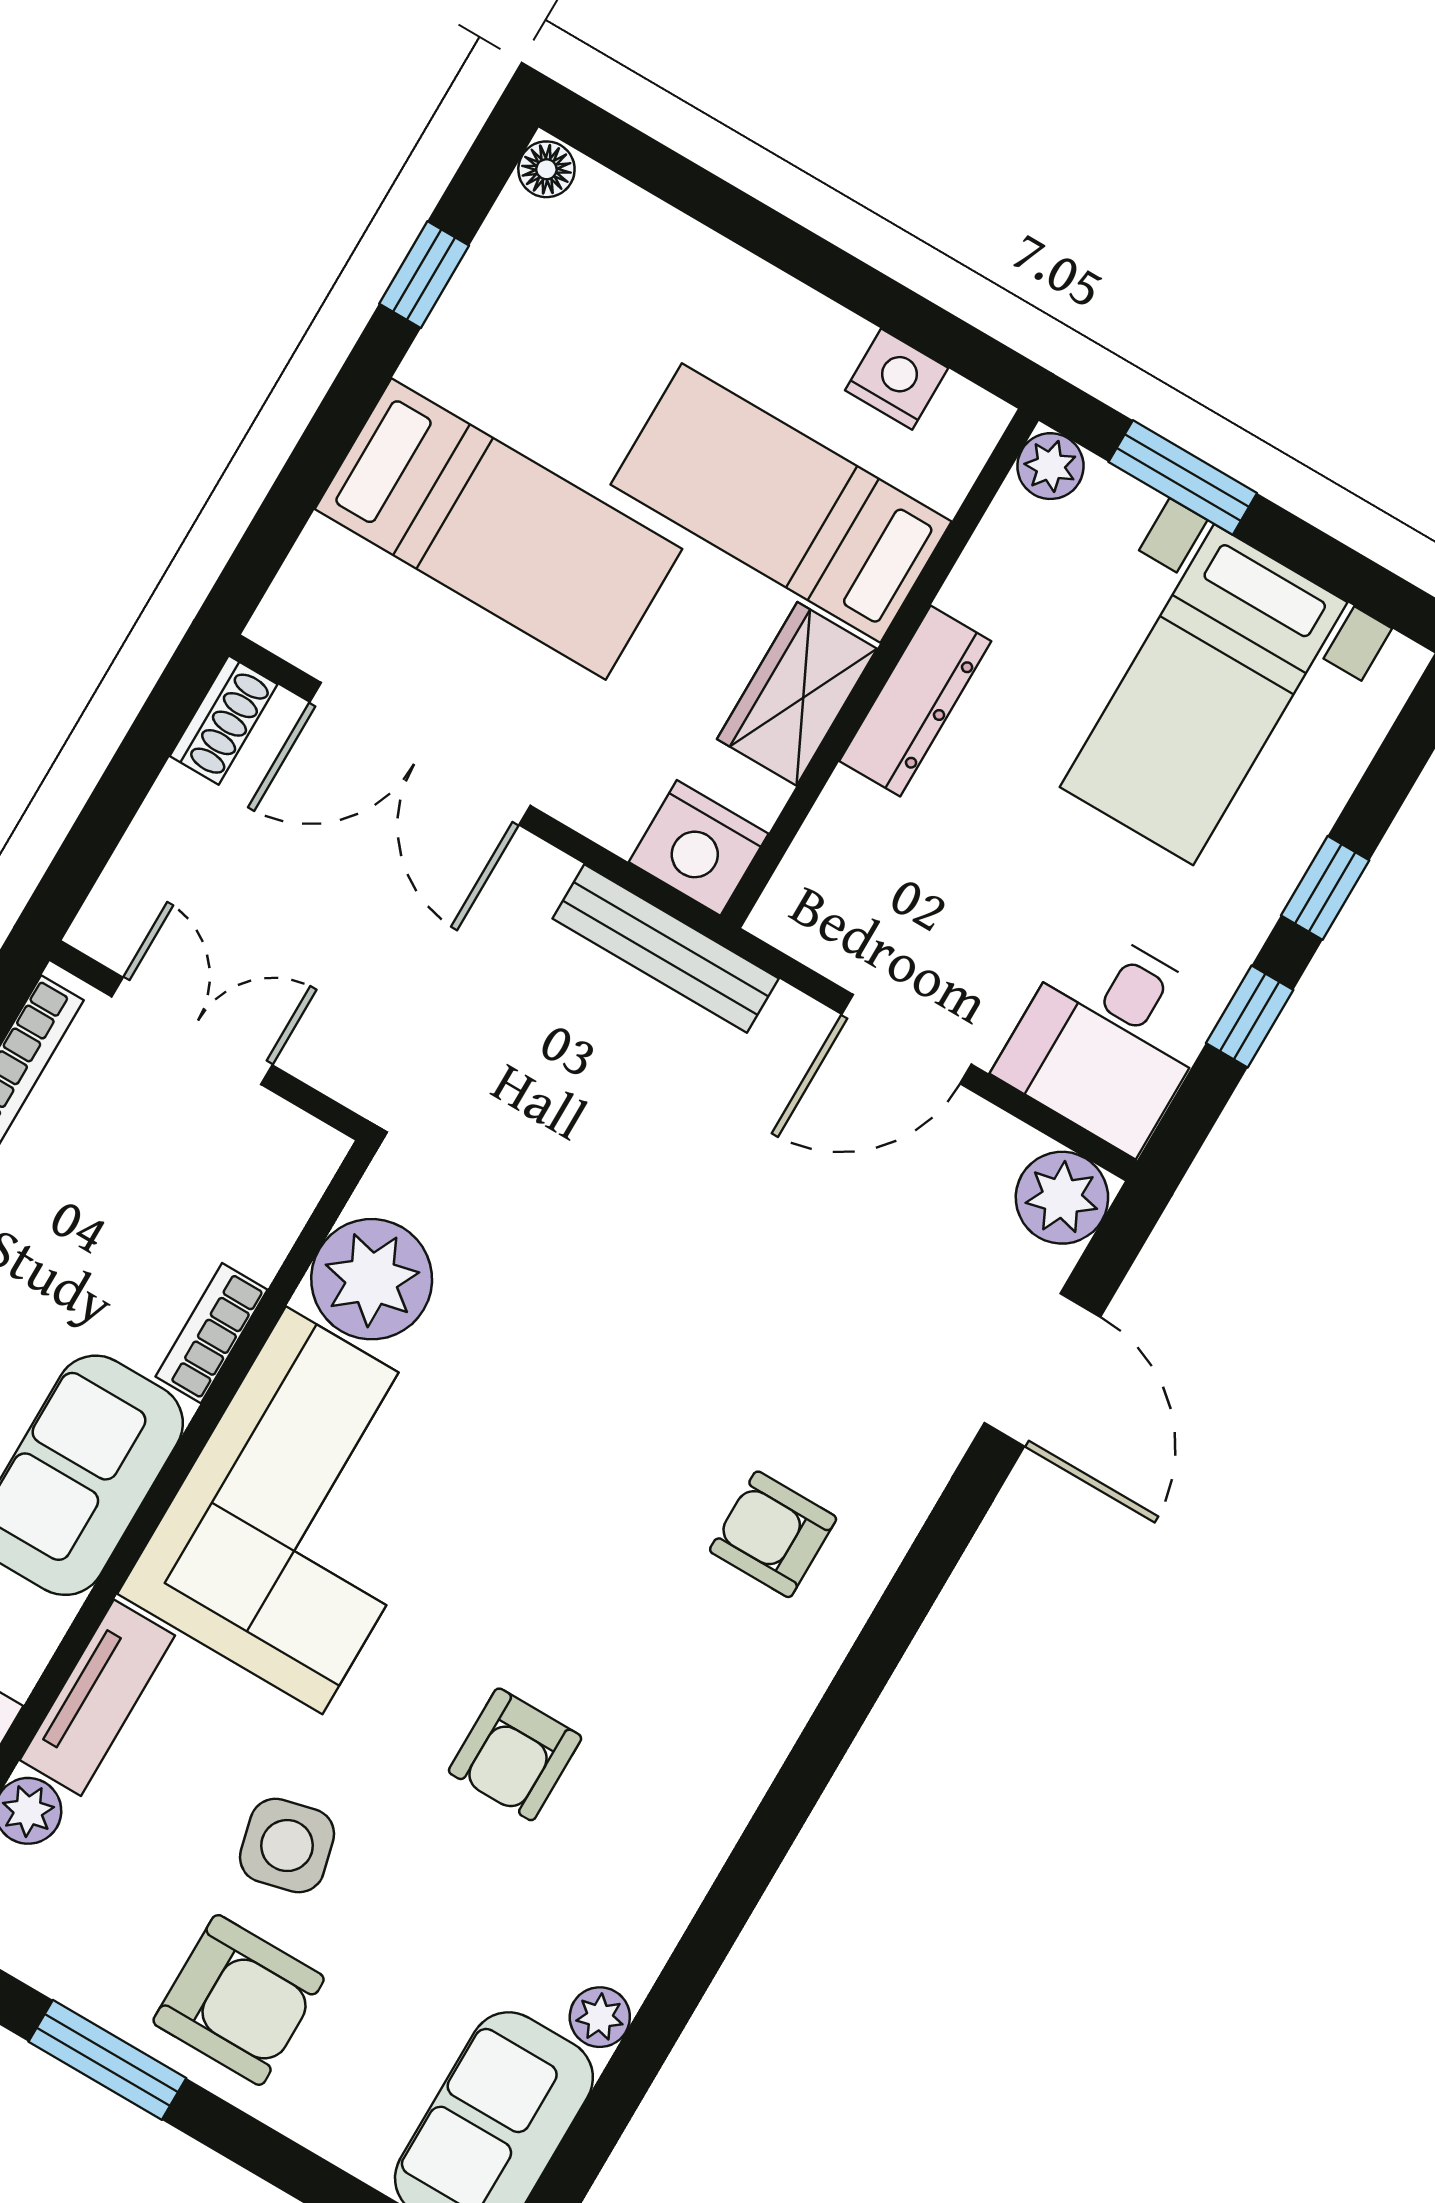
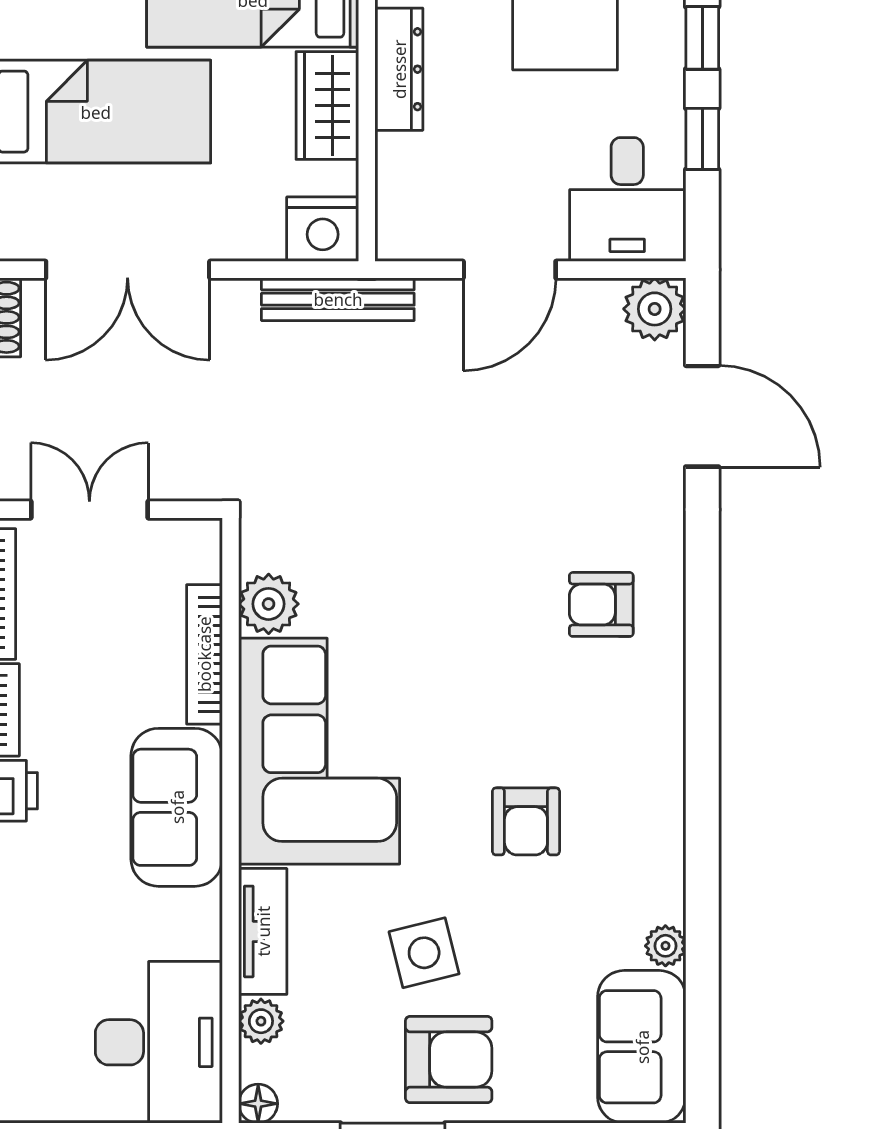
plant: (372, 1279) -> (269, 604), width x0.73, depth x0.73
bookcase: (211, 1333) -> (204, 654), width x1.56

